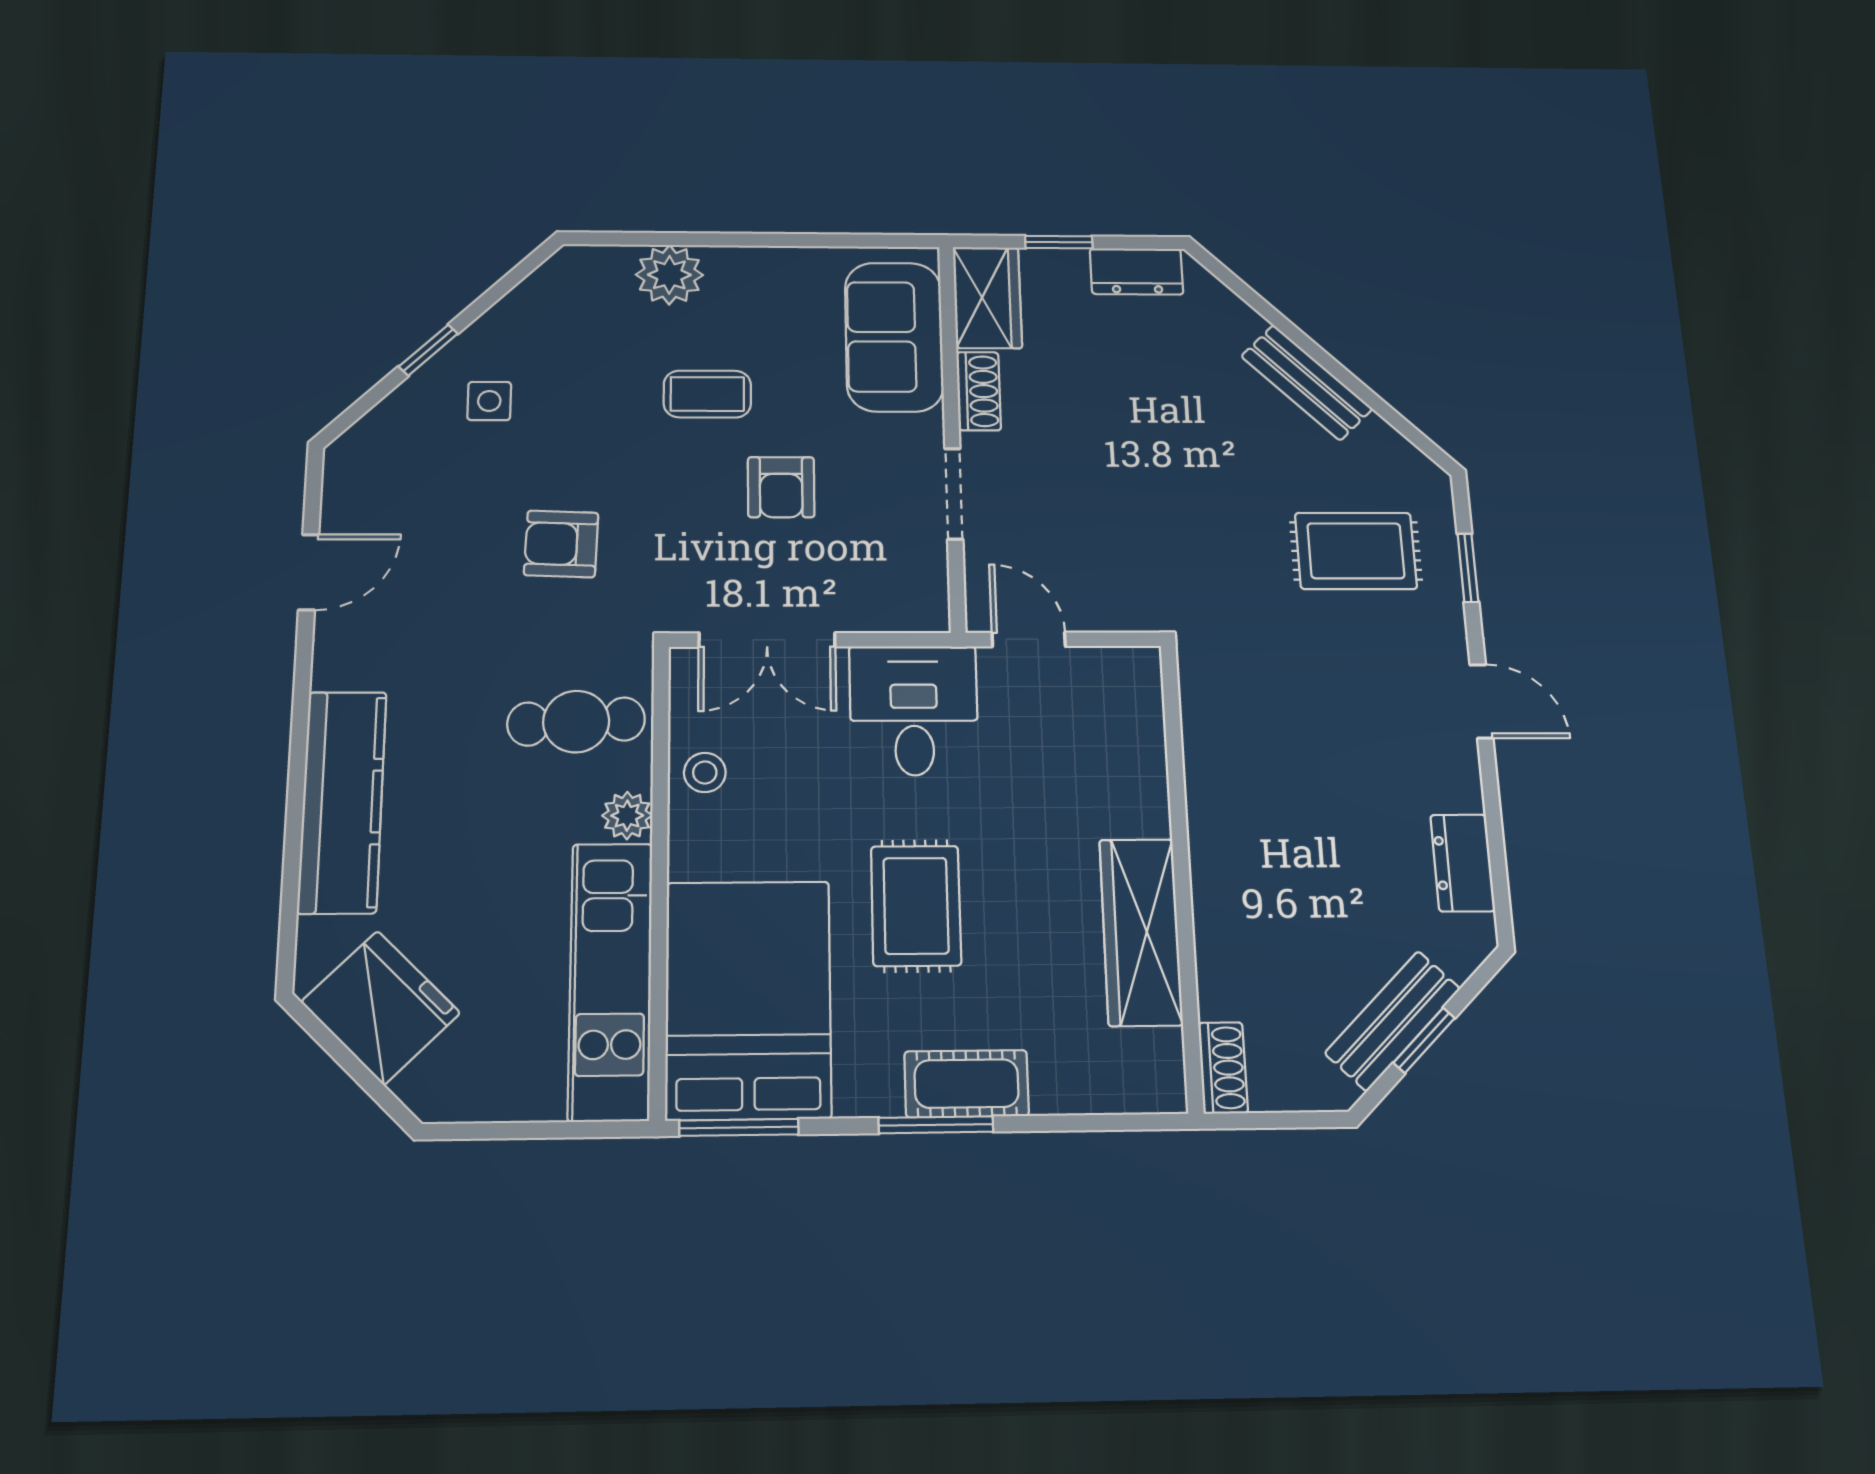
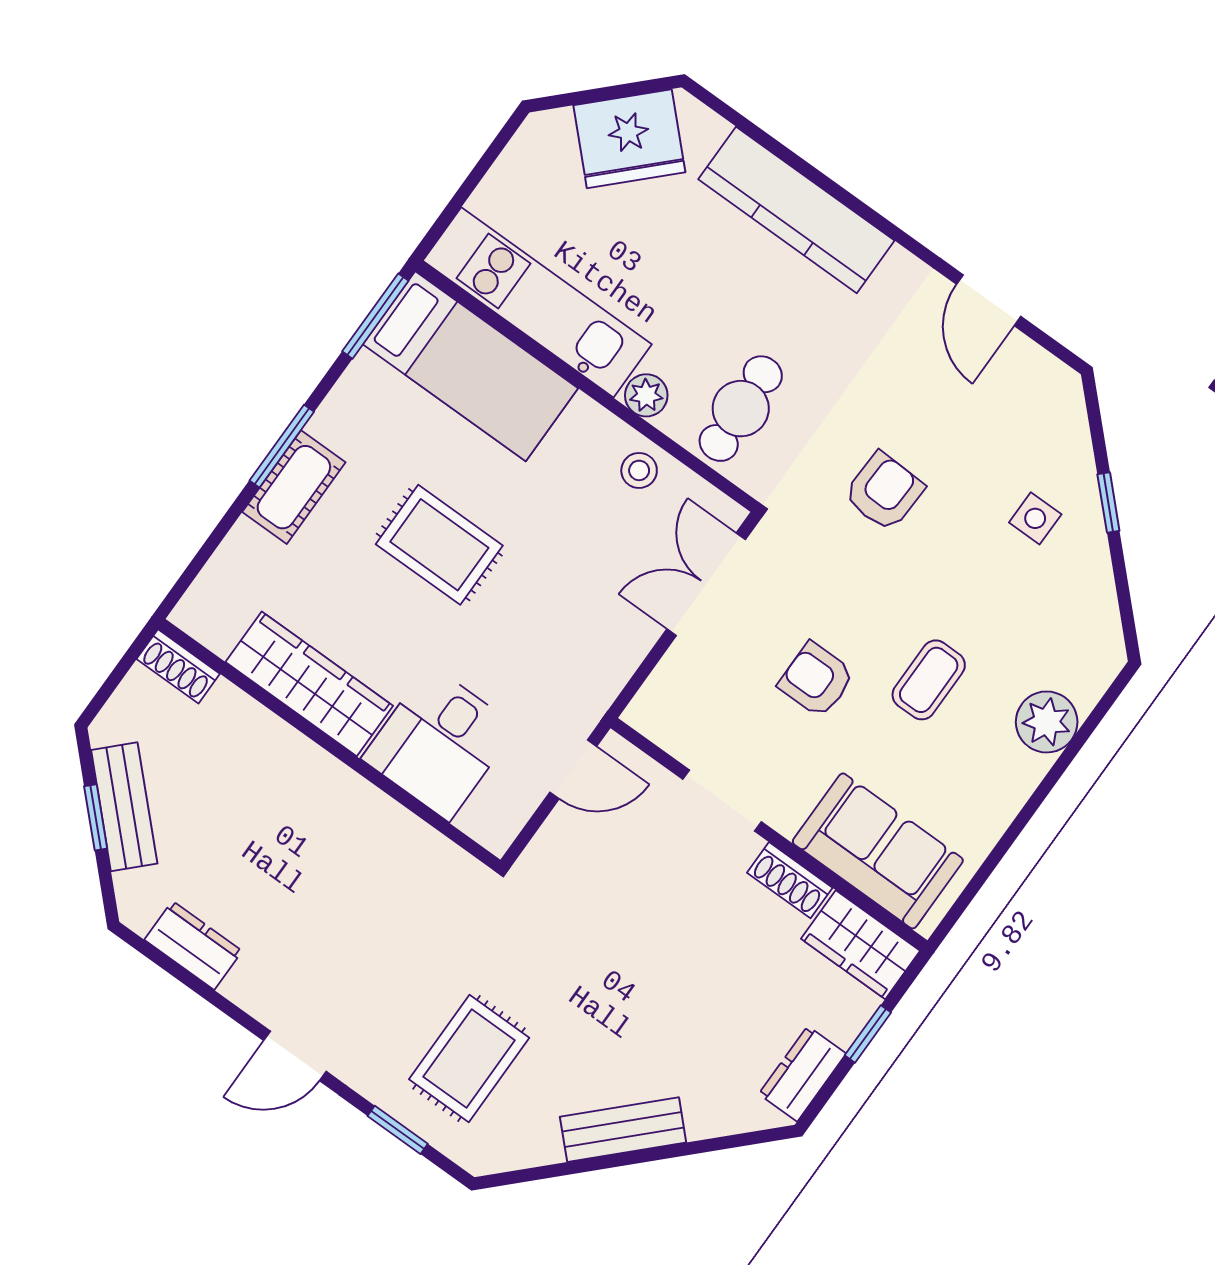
desk: (914, 710) -> (439, 743), moved, turned 90
bed: (748, 999) -> (470, 366), width x0.67

